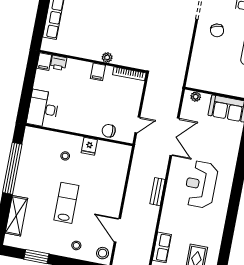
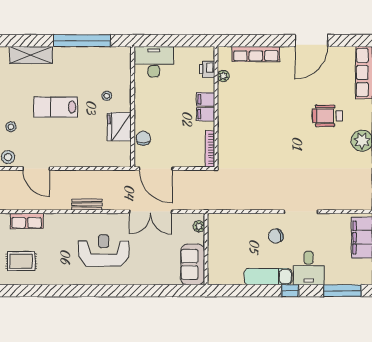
plant: (107, 57) -> (223, 76), moved
filing cabinet: (44, 62) -> (206, 99), moved
door: (137, 125) -> (156, 169), width x1.87
fridge: (89, 146) -> (119, 127), width x1.88, depth x1.34
lab bench: (66, 203) -> (56, 107), turned 180
door: (117, 230) -> (36, 169), swing flipped

